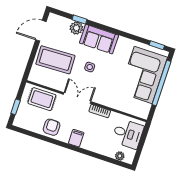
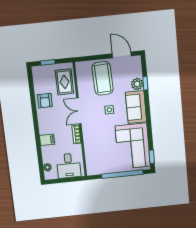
corner sofa: (143, 75) -> (133, 146), moved, turned -90
double door: (77, 98) -> (79, 111), swing flipped
armchair: (52, 127) -> (45, 101), turned 90
filing cabinet: (76, 138) -> (47, 140), moved

